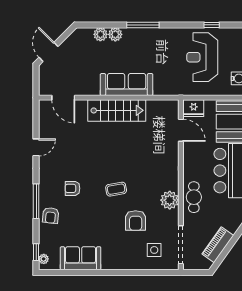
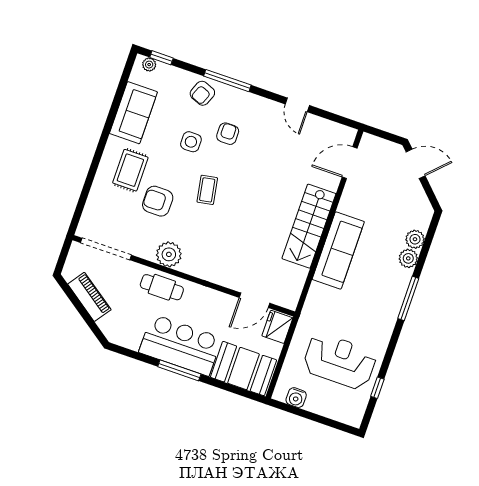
armchair: (51, 215) -> (202, 93), turned -74
rug: (121, 247) -> (130, 170), added
side table: (154, 250) -> (191, 142), moved

